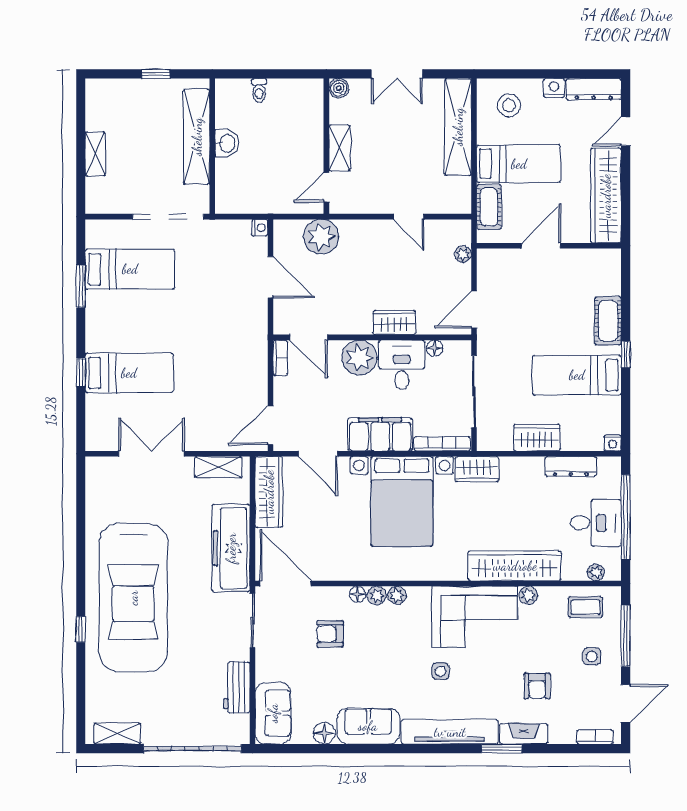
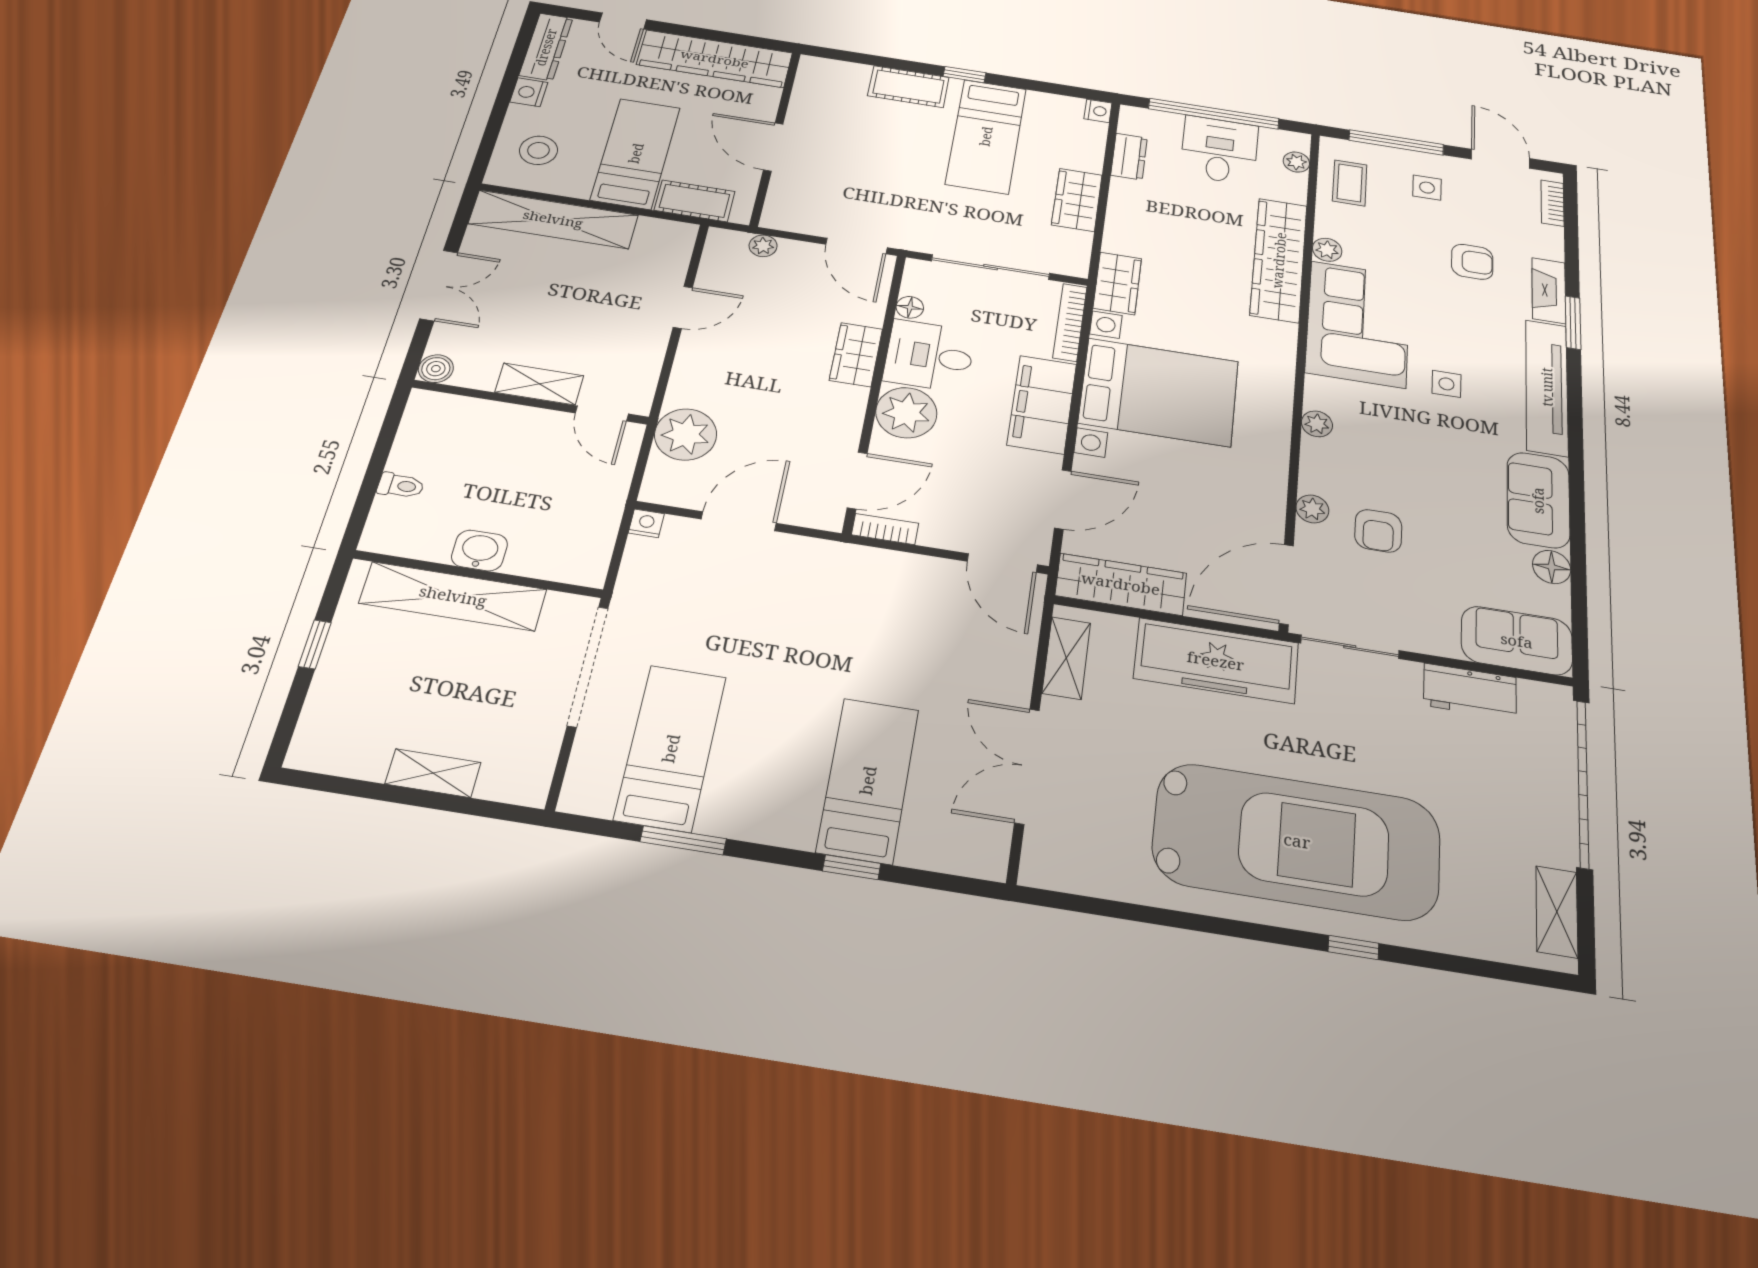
dresser: (571, 466) -> (1129, 157), width x0.70
floor lamp: (357, 594) -> (1312, 480), removed
plant: (377, 596) -> (1312, 509), moved

